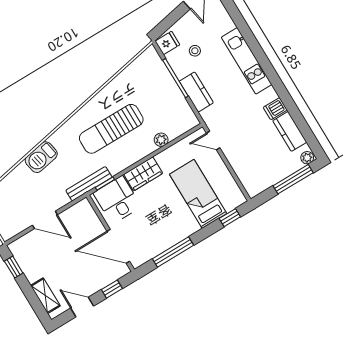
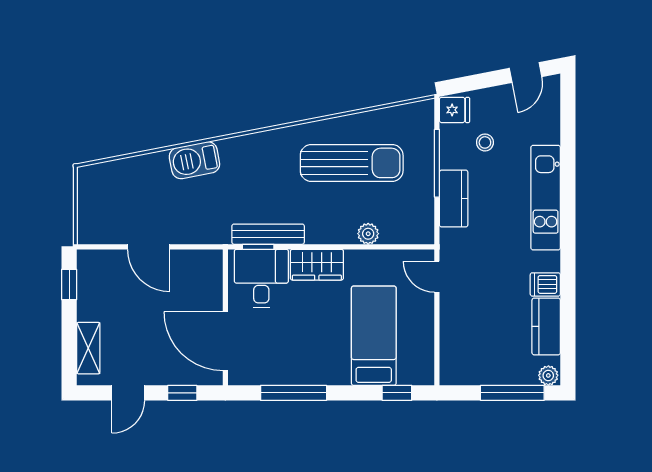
sun lounger: (111, 129) -> (352, 163), moved, turned 180
bench: (89, 184) -> (268, 234), moved
door: (82, 307) -> (128, 393), swing flipped

